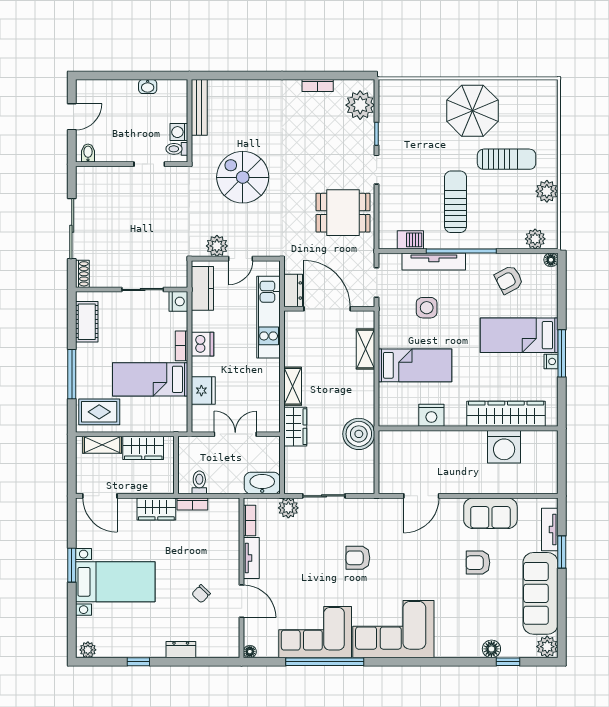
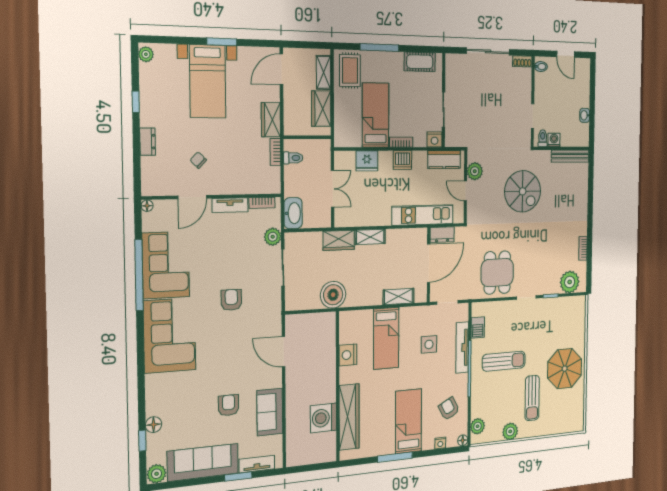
spiral stairs: (243, 177) -> (523, 191), turned 90
shoe rack: (82, 274) -> (522, 61), moved
nightstand: (551, 361) -> (440, 443), moved

